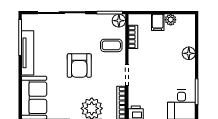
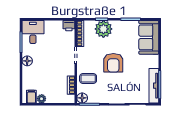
filing cabinet: (158, 22) -> (31, 97), moved
tv unit: (28, 53) -> (154, 86), moved
floor lamp: (189, 53) -> (27, 61), moved
armchair: (79, 66) -> (113, 63), turned 180

